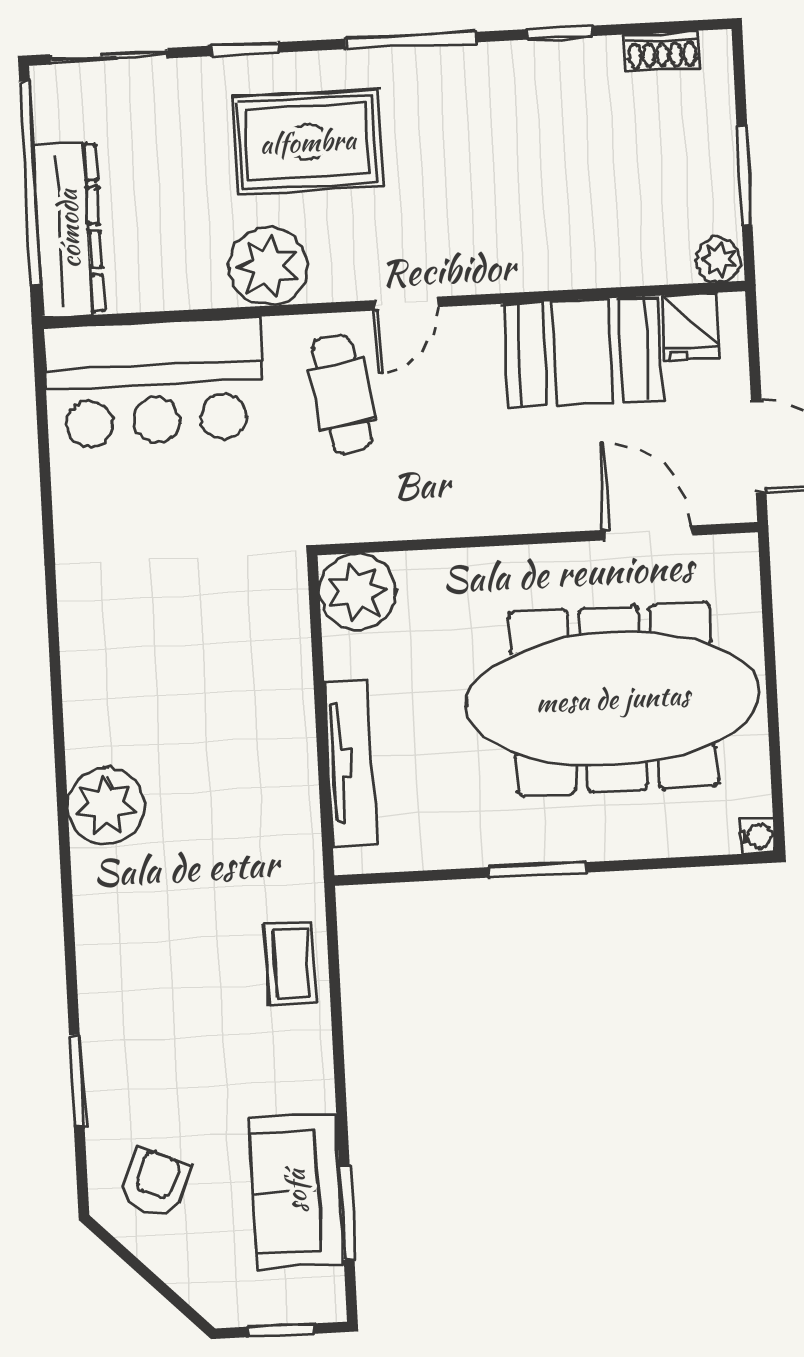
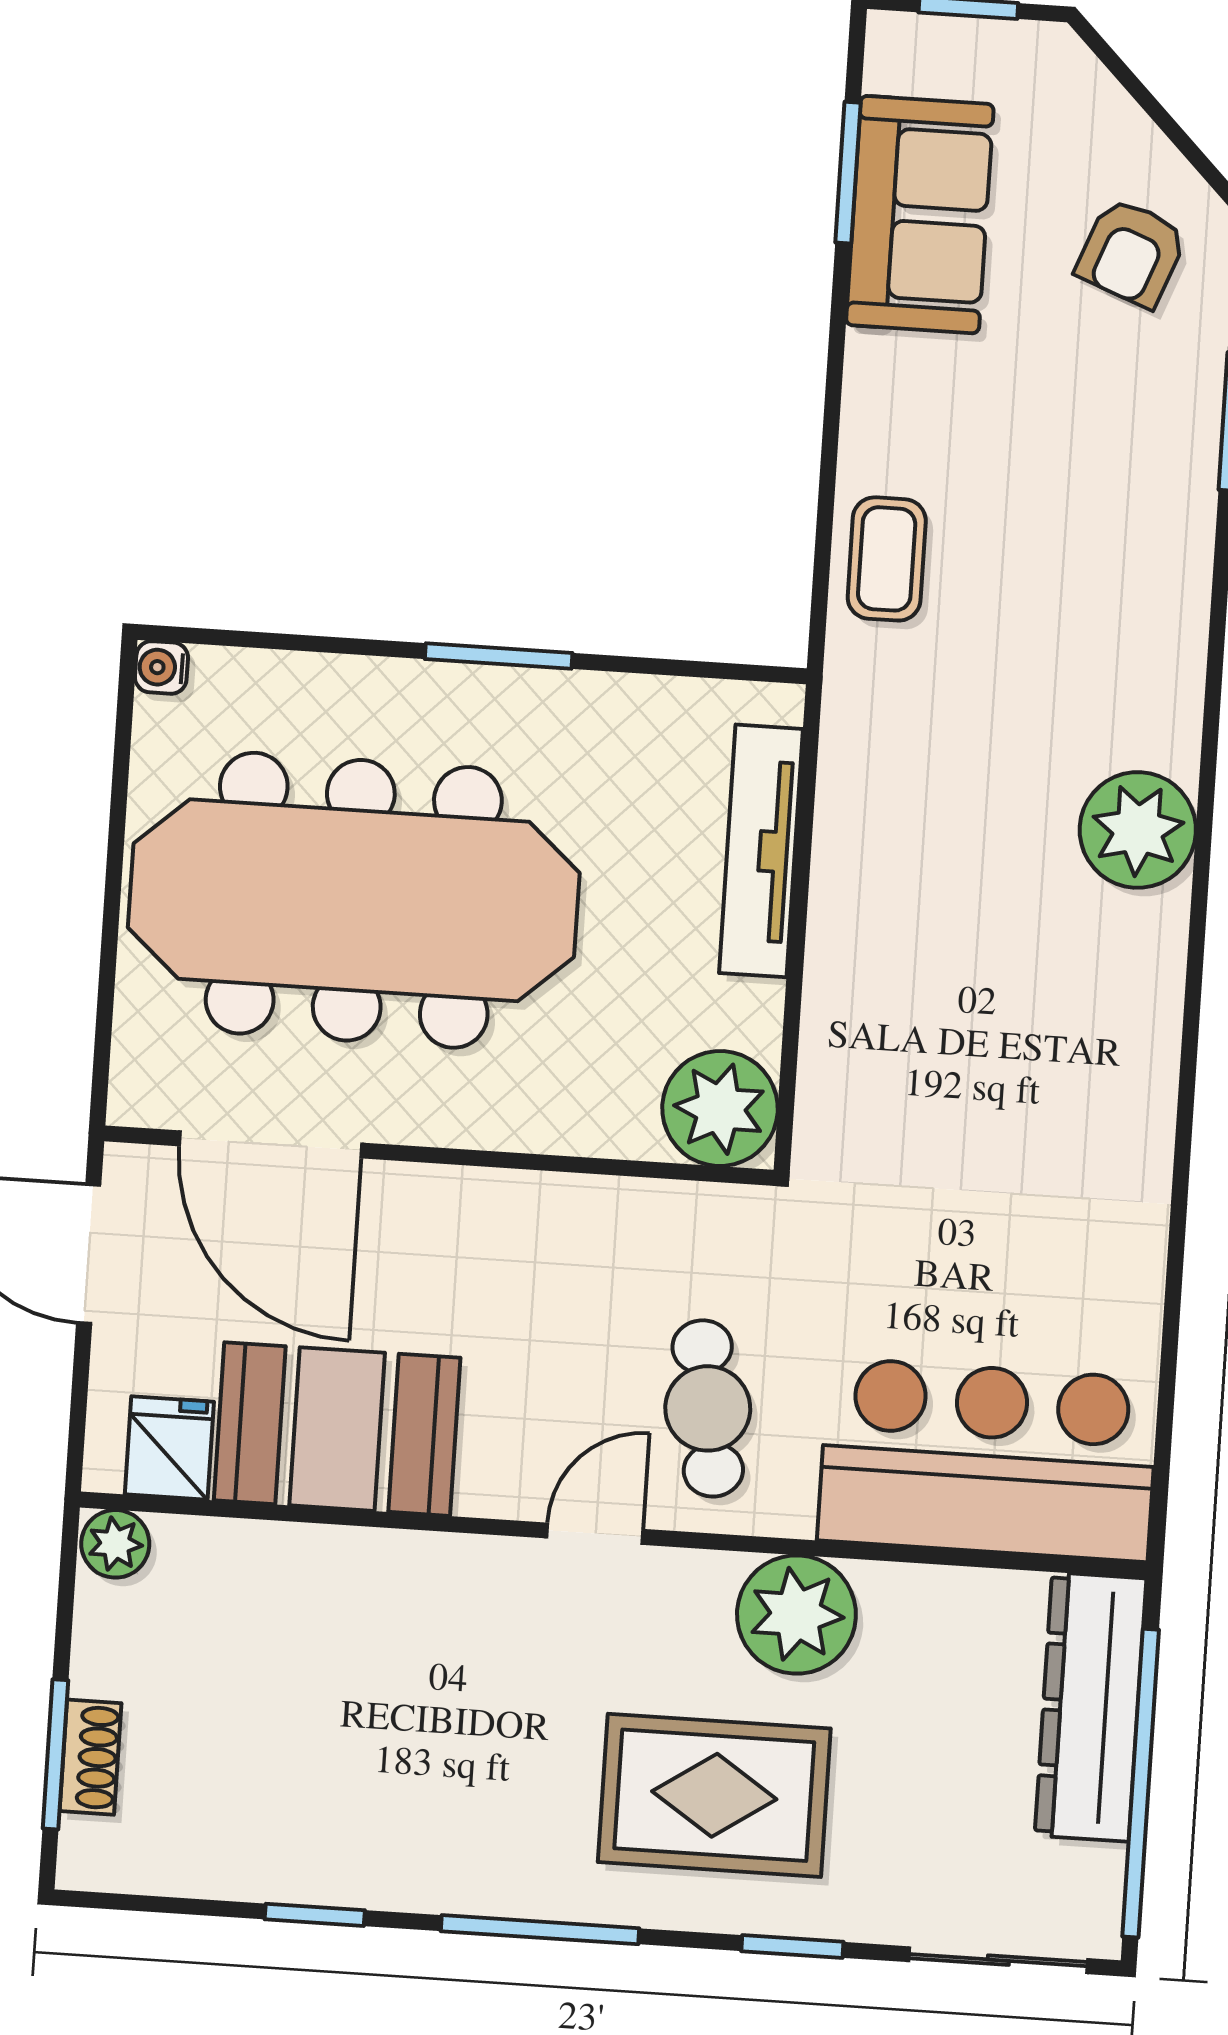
shoe rack: (662, 51) -> (90, 1757), moved, turned 90
window: (745, 176) -> (55, 1754), moved
door: (648, 533) -> (271, 1144), width x1.36

